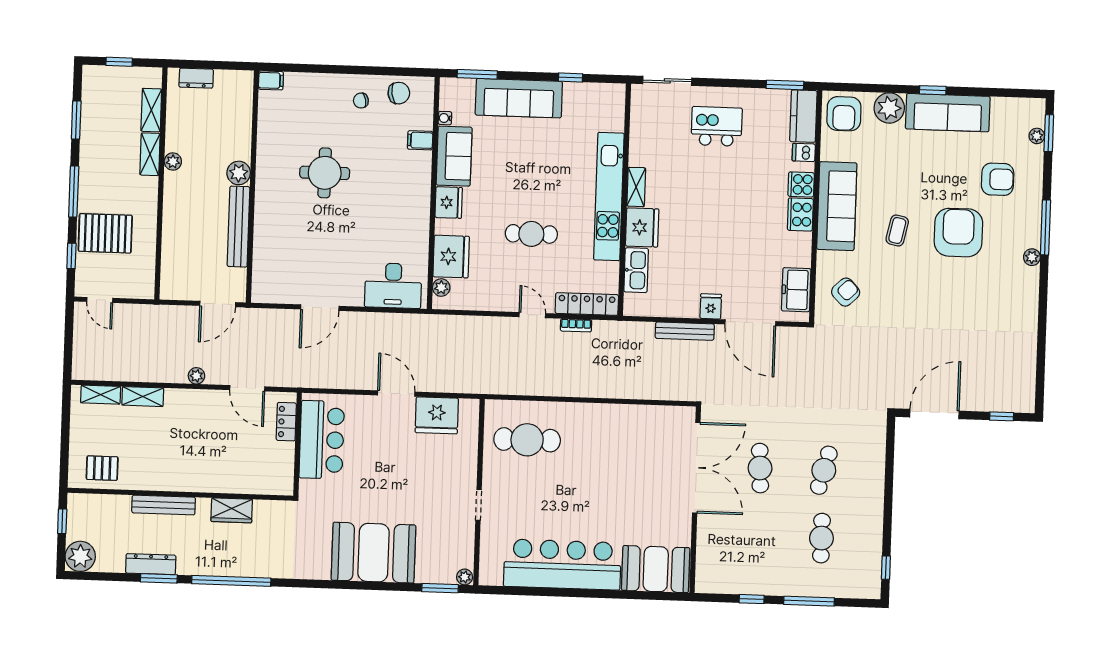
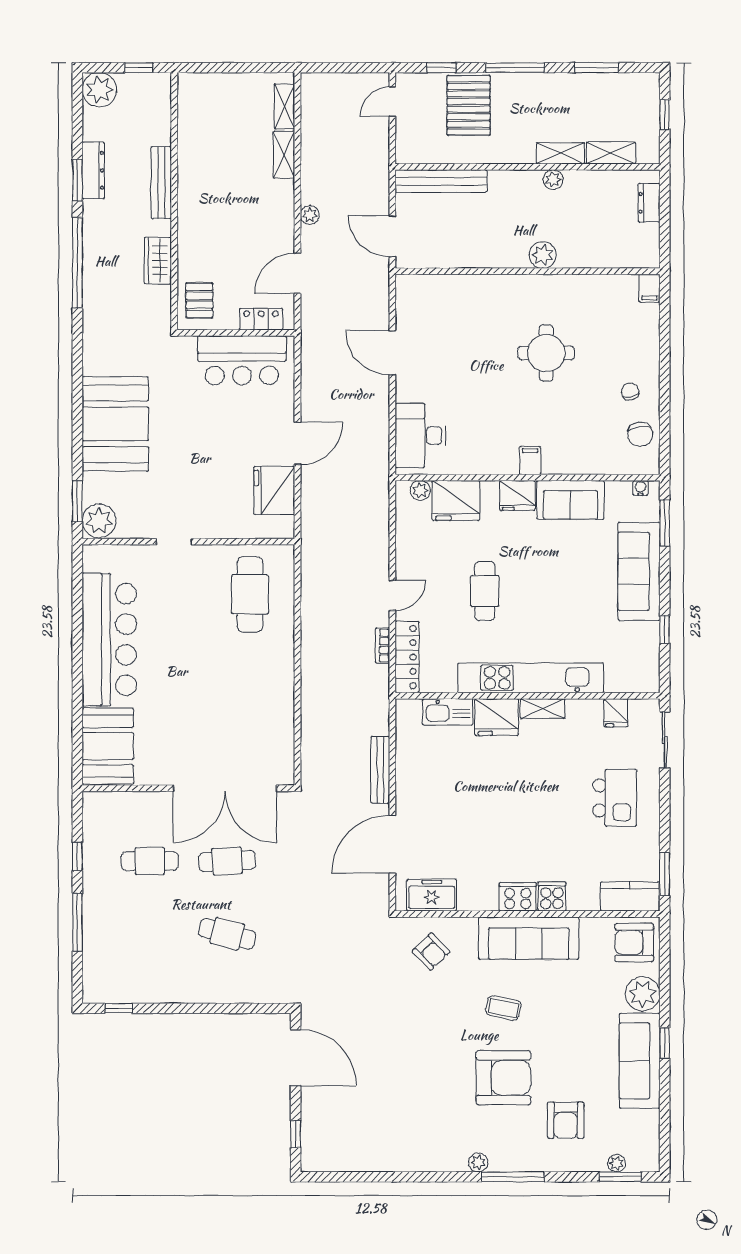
water cooler: (445, 118) -> (640, 488), moved
filing cabinet: (420, 140) -> (530, 461), moved
dishwasher: (804, 152) -> (589, 898), removed
bench: (239, 227) -> (441, 181), moved
fridge: (711, 306) -> (616, 713), moved, turned 90
pallet: (102, 468) -> (199, 300), moved
cafe table: (821, 538) -> (150, 861), moved
plant: (465, 577) -> (99, 521), width x1.88, depth x1.88

